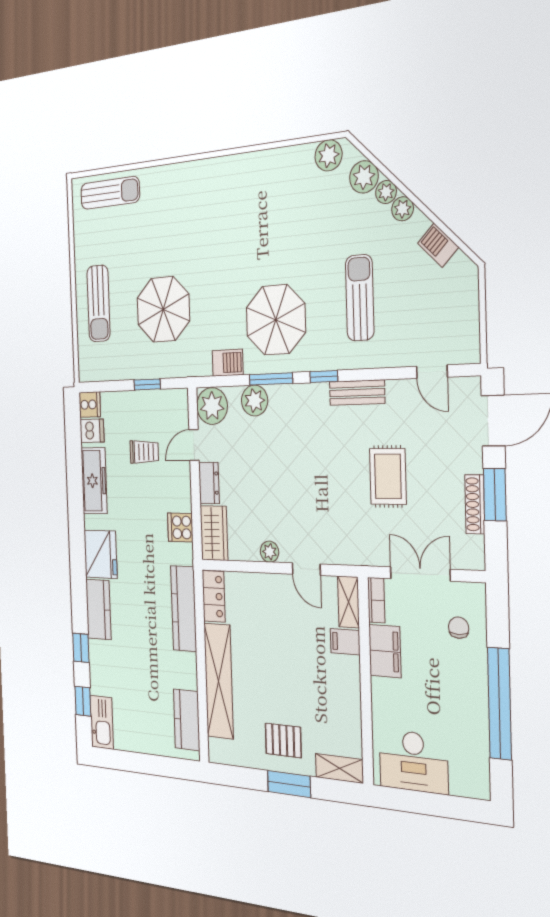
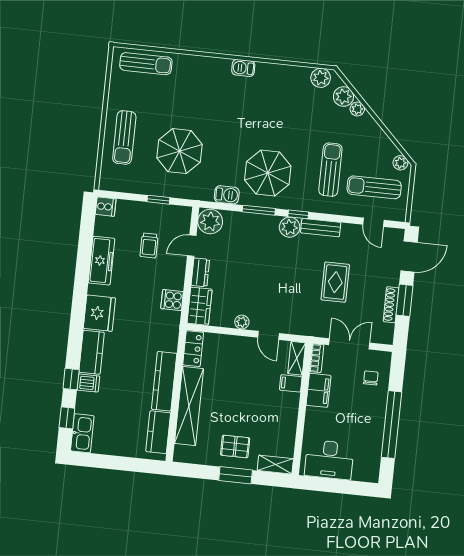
plant: (403, 209) -> (400, 163), moved
barbecue: (438, 245) -> (243, 68), moved, turned -45
sun lounger: (426, 314) -> (374, 187), added
plant: (255, 401) -> (290, 227), moved
dishwasher: (92, 431) -> (88, 383), moved
trolley: (144, 452) -> (149, 245), turned 90
kitchen counter: (184, 609) -> (164, 381), moved

